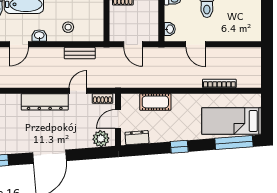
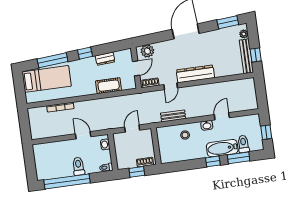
door: (133, 44) -> (132, 129), hinge flipped
dresser: (137, 138) -> (105, 59), moved
window: (234, 142) -> (53, 60), moved

